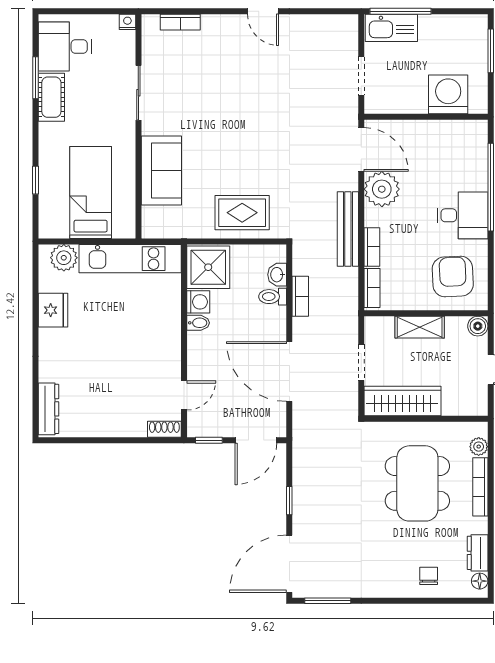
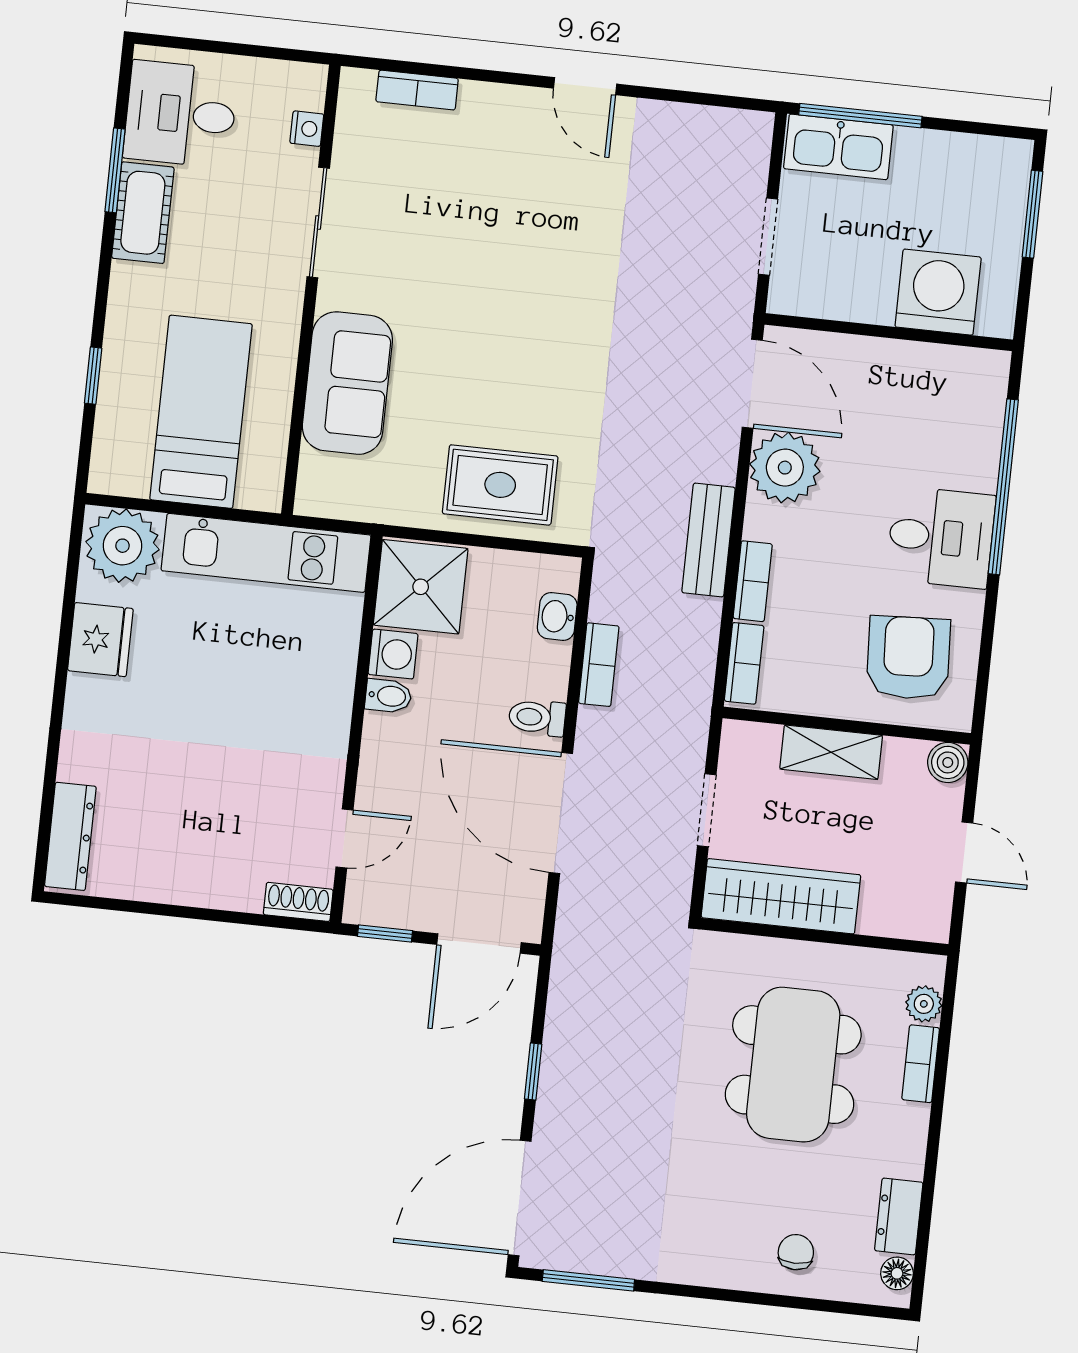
nightstand: (127, 22) -> (307, 129), moved, turned 90
bench: (348, 229) -> (709, 540), width x0.73
plant: (64, 258) -> (122, 546), width x1.36, depth x1.36
toilet: (273, 297) -> (537, 717), moved
bookcase: (480, 487) -> (921, 1064), width x0.64

